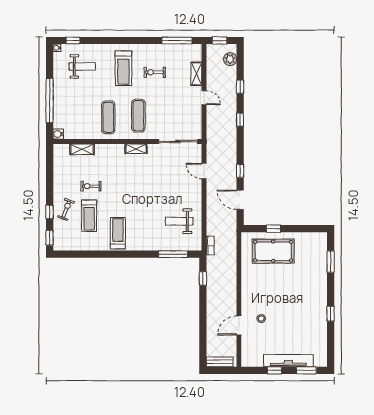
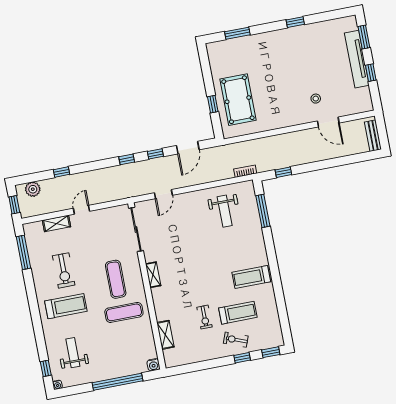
exercise bike: (155, 72) -> (64, 270), width x1.38, depth x1.39
exercise mat: (138, 116) -> (116, 279), turned 90
window: (240, 120) -> (127, 159), moved

